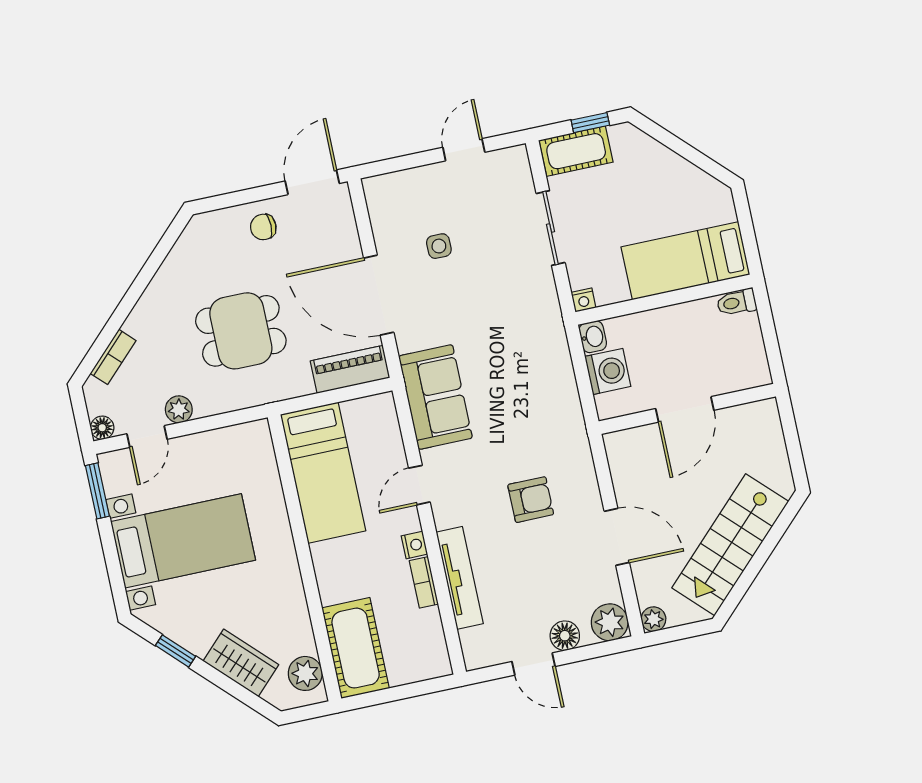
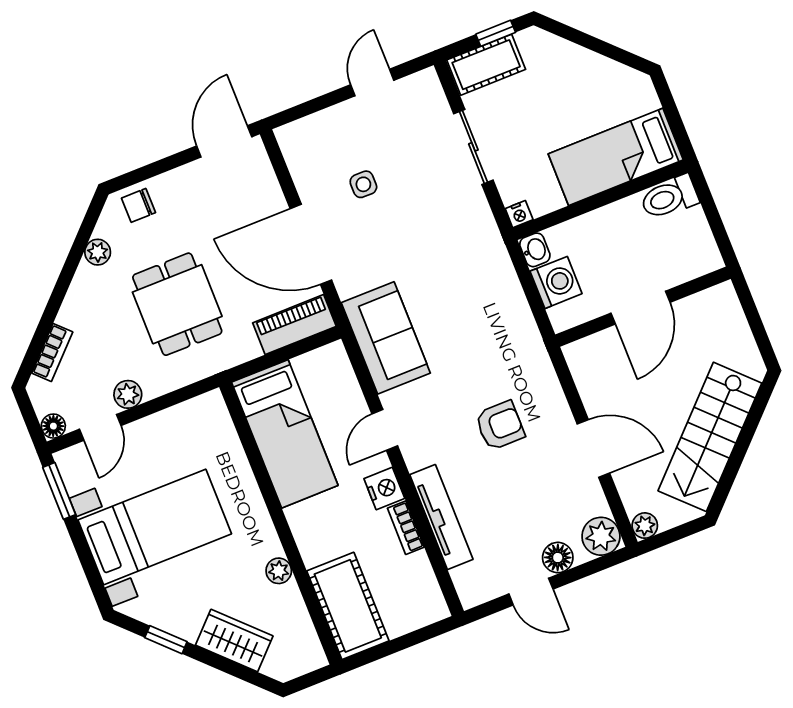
chair: (263, 227) -> (138, 205), moved
plant: (173, 268) -> (98, 252), added
toilet: (737, 302) -> (669, 197), width x1.37, depth x1.39
dining table: (241, 331) -> (177, 304), turned 90
nightstand: (414, 545) -> (384, 488), width x1.39, depth x1.35
plant: (305, 673) -> (279, 571), moved, width x0.73, depth x0.73

